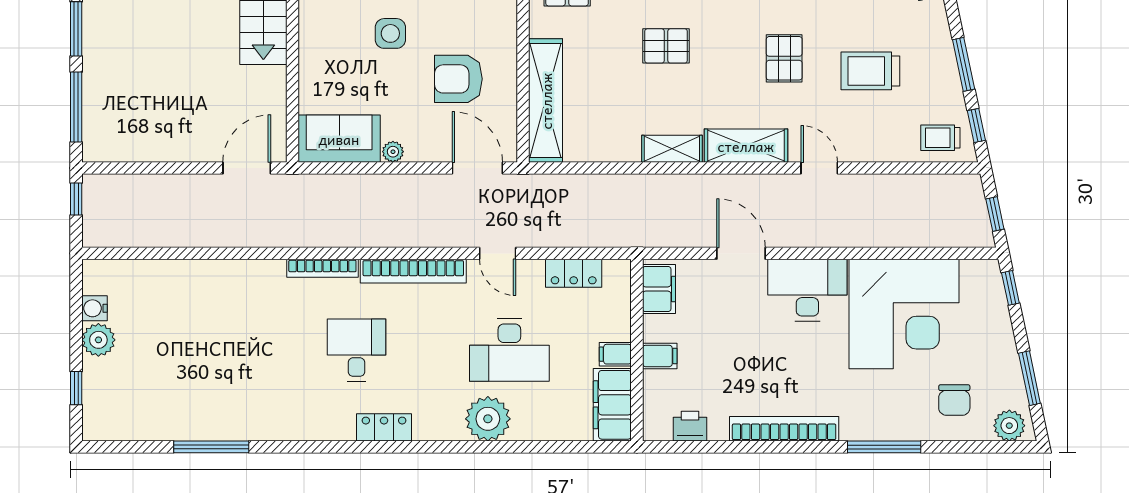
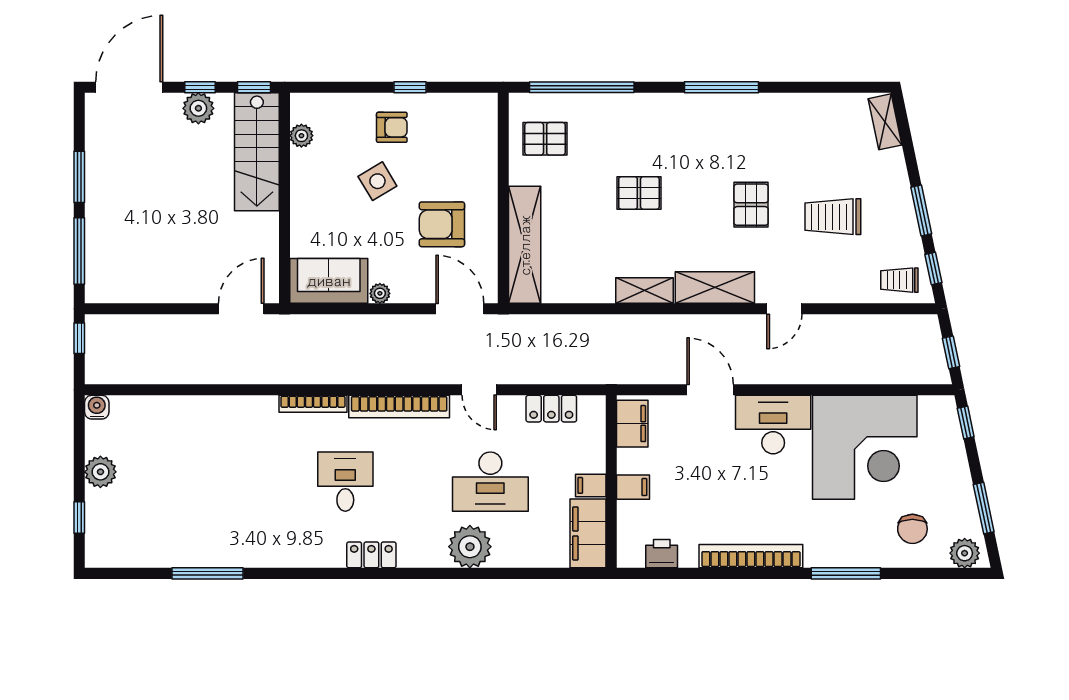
side table: (390, 33) -> (377, 181), turned -31
door: (819, 168) -> (784, 309), swing flipped
water cooler: (95, 308) -> (97, 407), moved, turned 90

